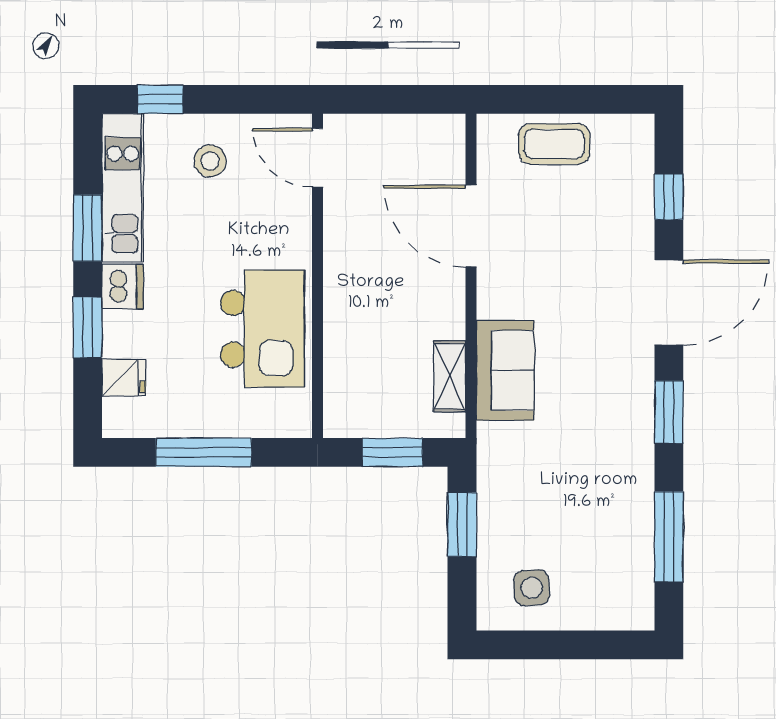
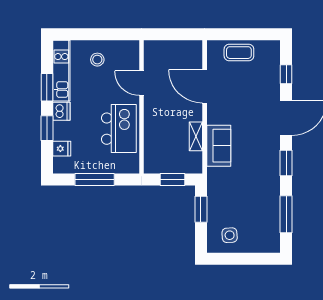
window: (160, 99) -> (77, 34), removed
door: (318, 158) -> (142, 83), moved
shelving: (450, 376) -> (196, 136), moved

